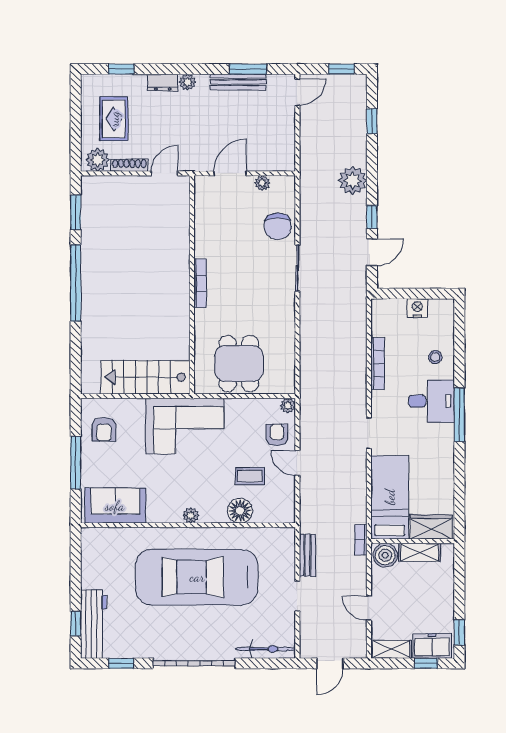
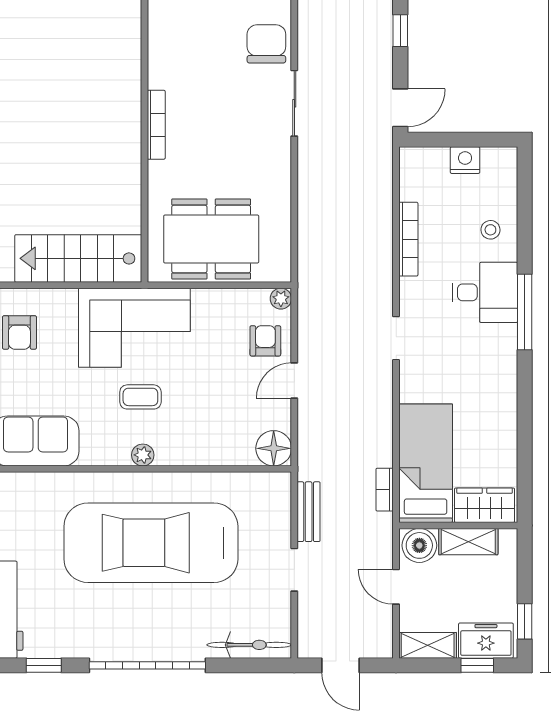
chair: (278, 226) -> (266, 44), turned 180
door: (372, 252) -> (400, 108), moved
dining table: (239, 364) -> (211, 239), width x1.38
door: (297, 463) -> (294, 380), hinge flipped
coffee table: (250, 476) -> (140, 397), moved
bed: (390, 497) -> (426, 463), moved
floor lamp: (240, 511) -> (274, 448), moved
wardrobe: (431, 527) -> (485, 505), moved
wall: (413, 541) -> (458, 525), moved
shelving: (420, 552) -> (468, 542), moved
boiler: (385, 555) -> (419, 545), moved
door: (330, 663) -> (341, 665), hinge flipped

